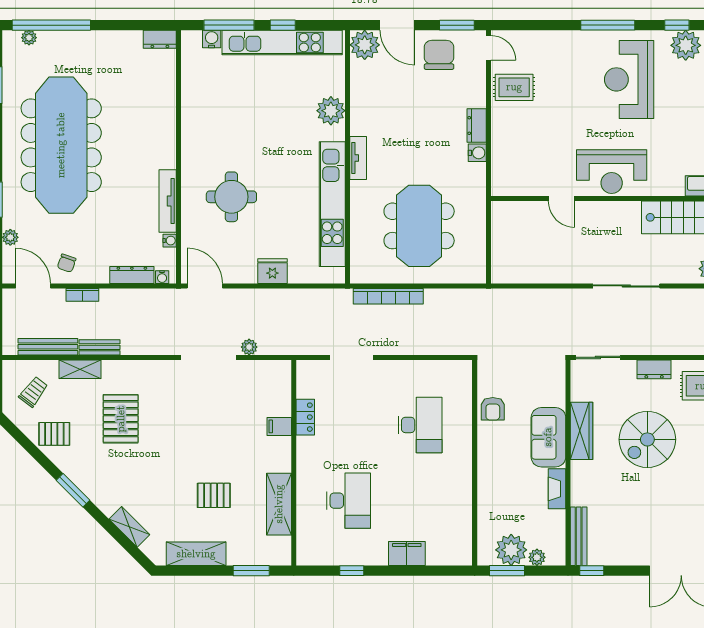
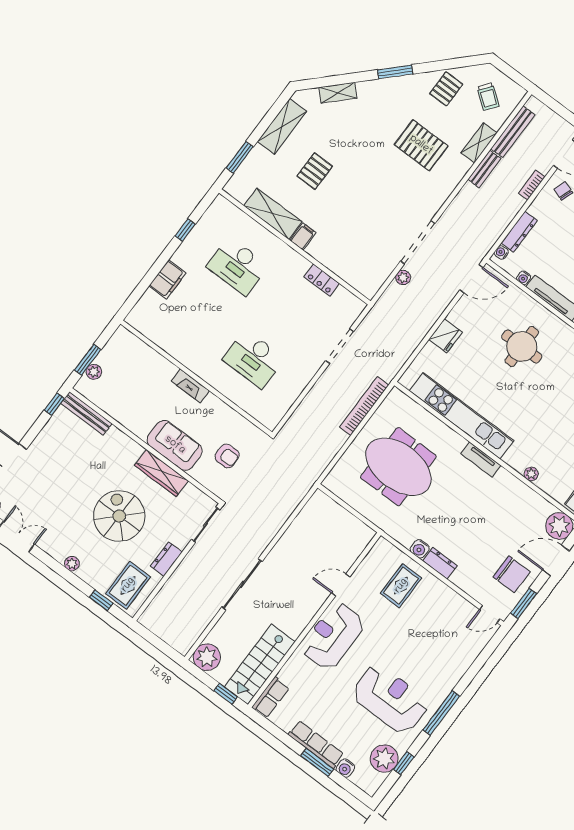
rug: (514, 87) -> (401, 586), moved
plant: (331, 111) -> (531, 474), width x0.53, depth x0.53
armchair: (493, 409) -> (227, 456), moved, turned 180
filing cabinet: (279, 426) -> (303, 237), moved
fireplace: (557, 489) -> (190, 386), moved, turned 180
plant: (511, 550) -> (113, 357), removed
window: (507, 571) -> (88, 360), moved

